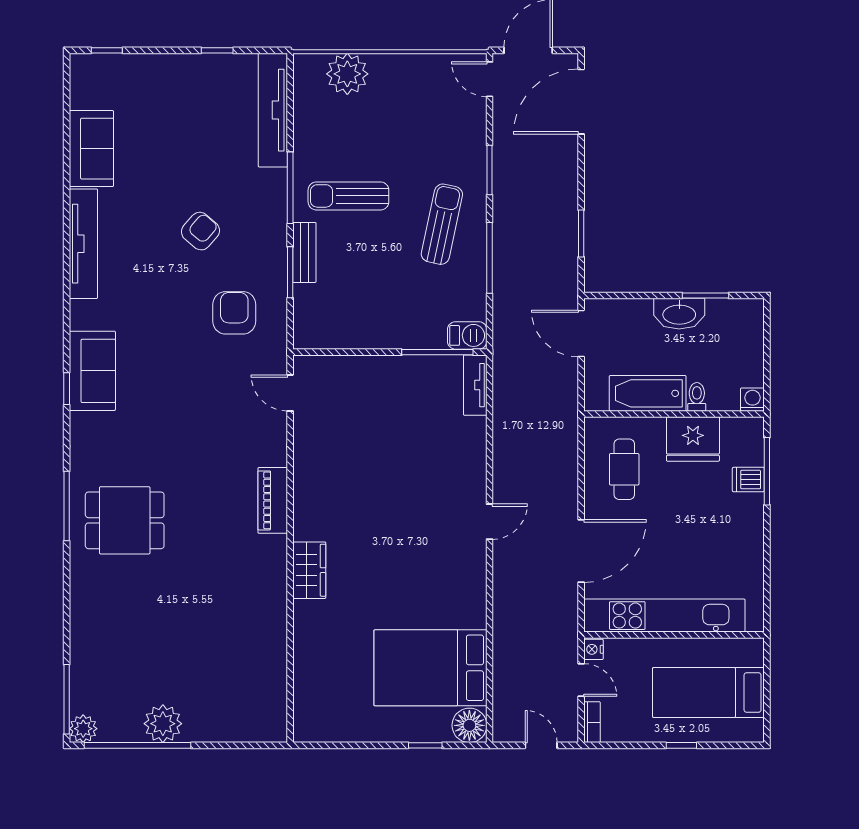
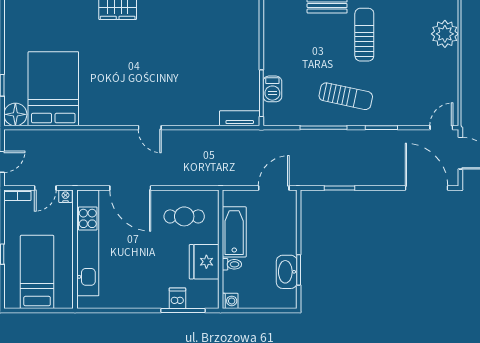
washbasin: (679, 314) -> (287, 272), moved
barbecue: (467, 335) -> (272, 89), moved

